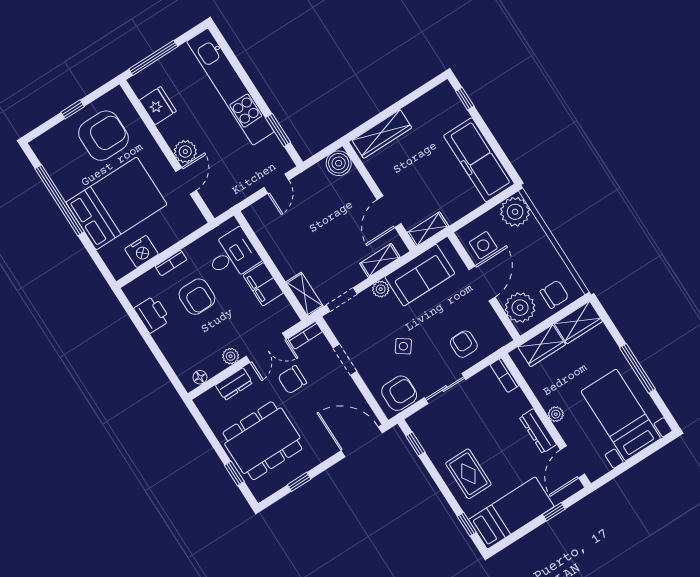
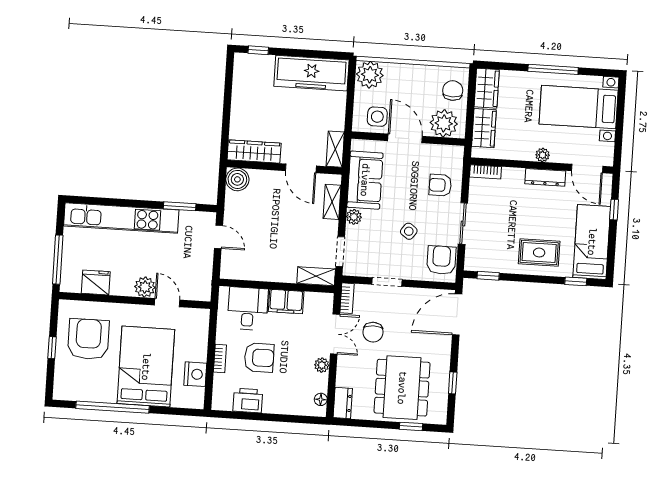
wardrobe: (382, 134) -> (254, 151), moved, turned -90
dresser: (234, 384) -> (343, 403), moved

